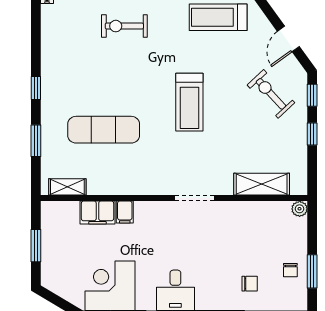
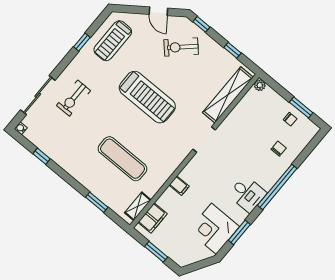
window: (36, 88) -> (42, 156), moved
treadmill: (189, 102) -> (147, 97), width x1.37, depth x1.38
exercise mat: (104, 130) -> (122, 159), turned 90
window: (312, 134) -> (232, 50), moved
shelving: (262, 184) -> (228, 95), width x1.47
filing cabinet: (97, 213) -> (153, 218), moved

